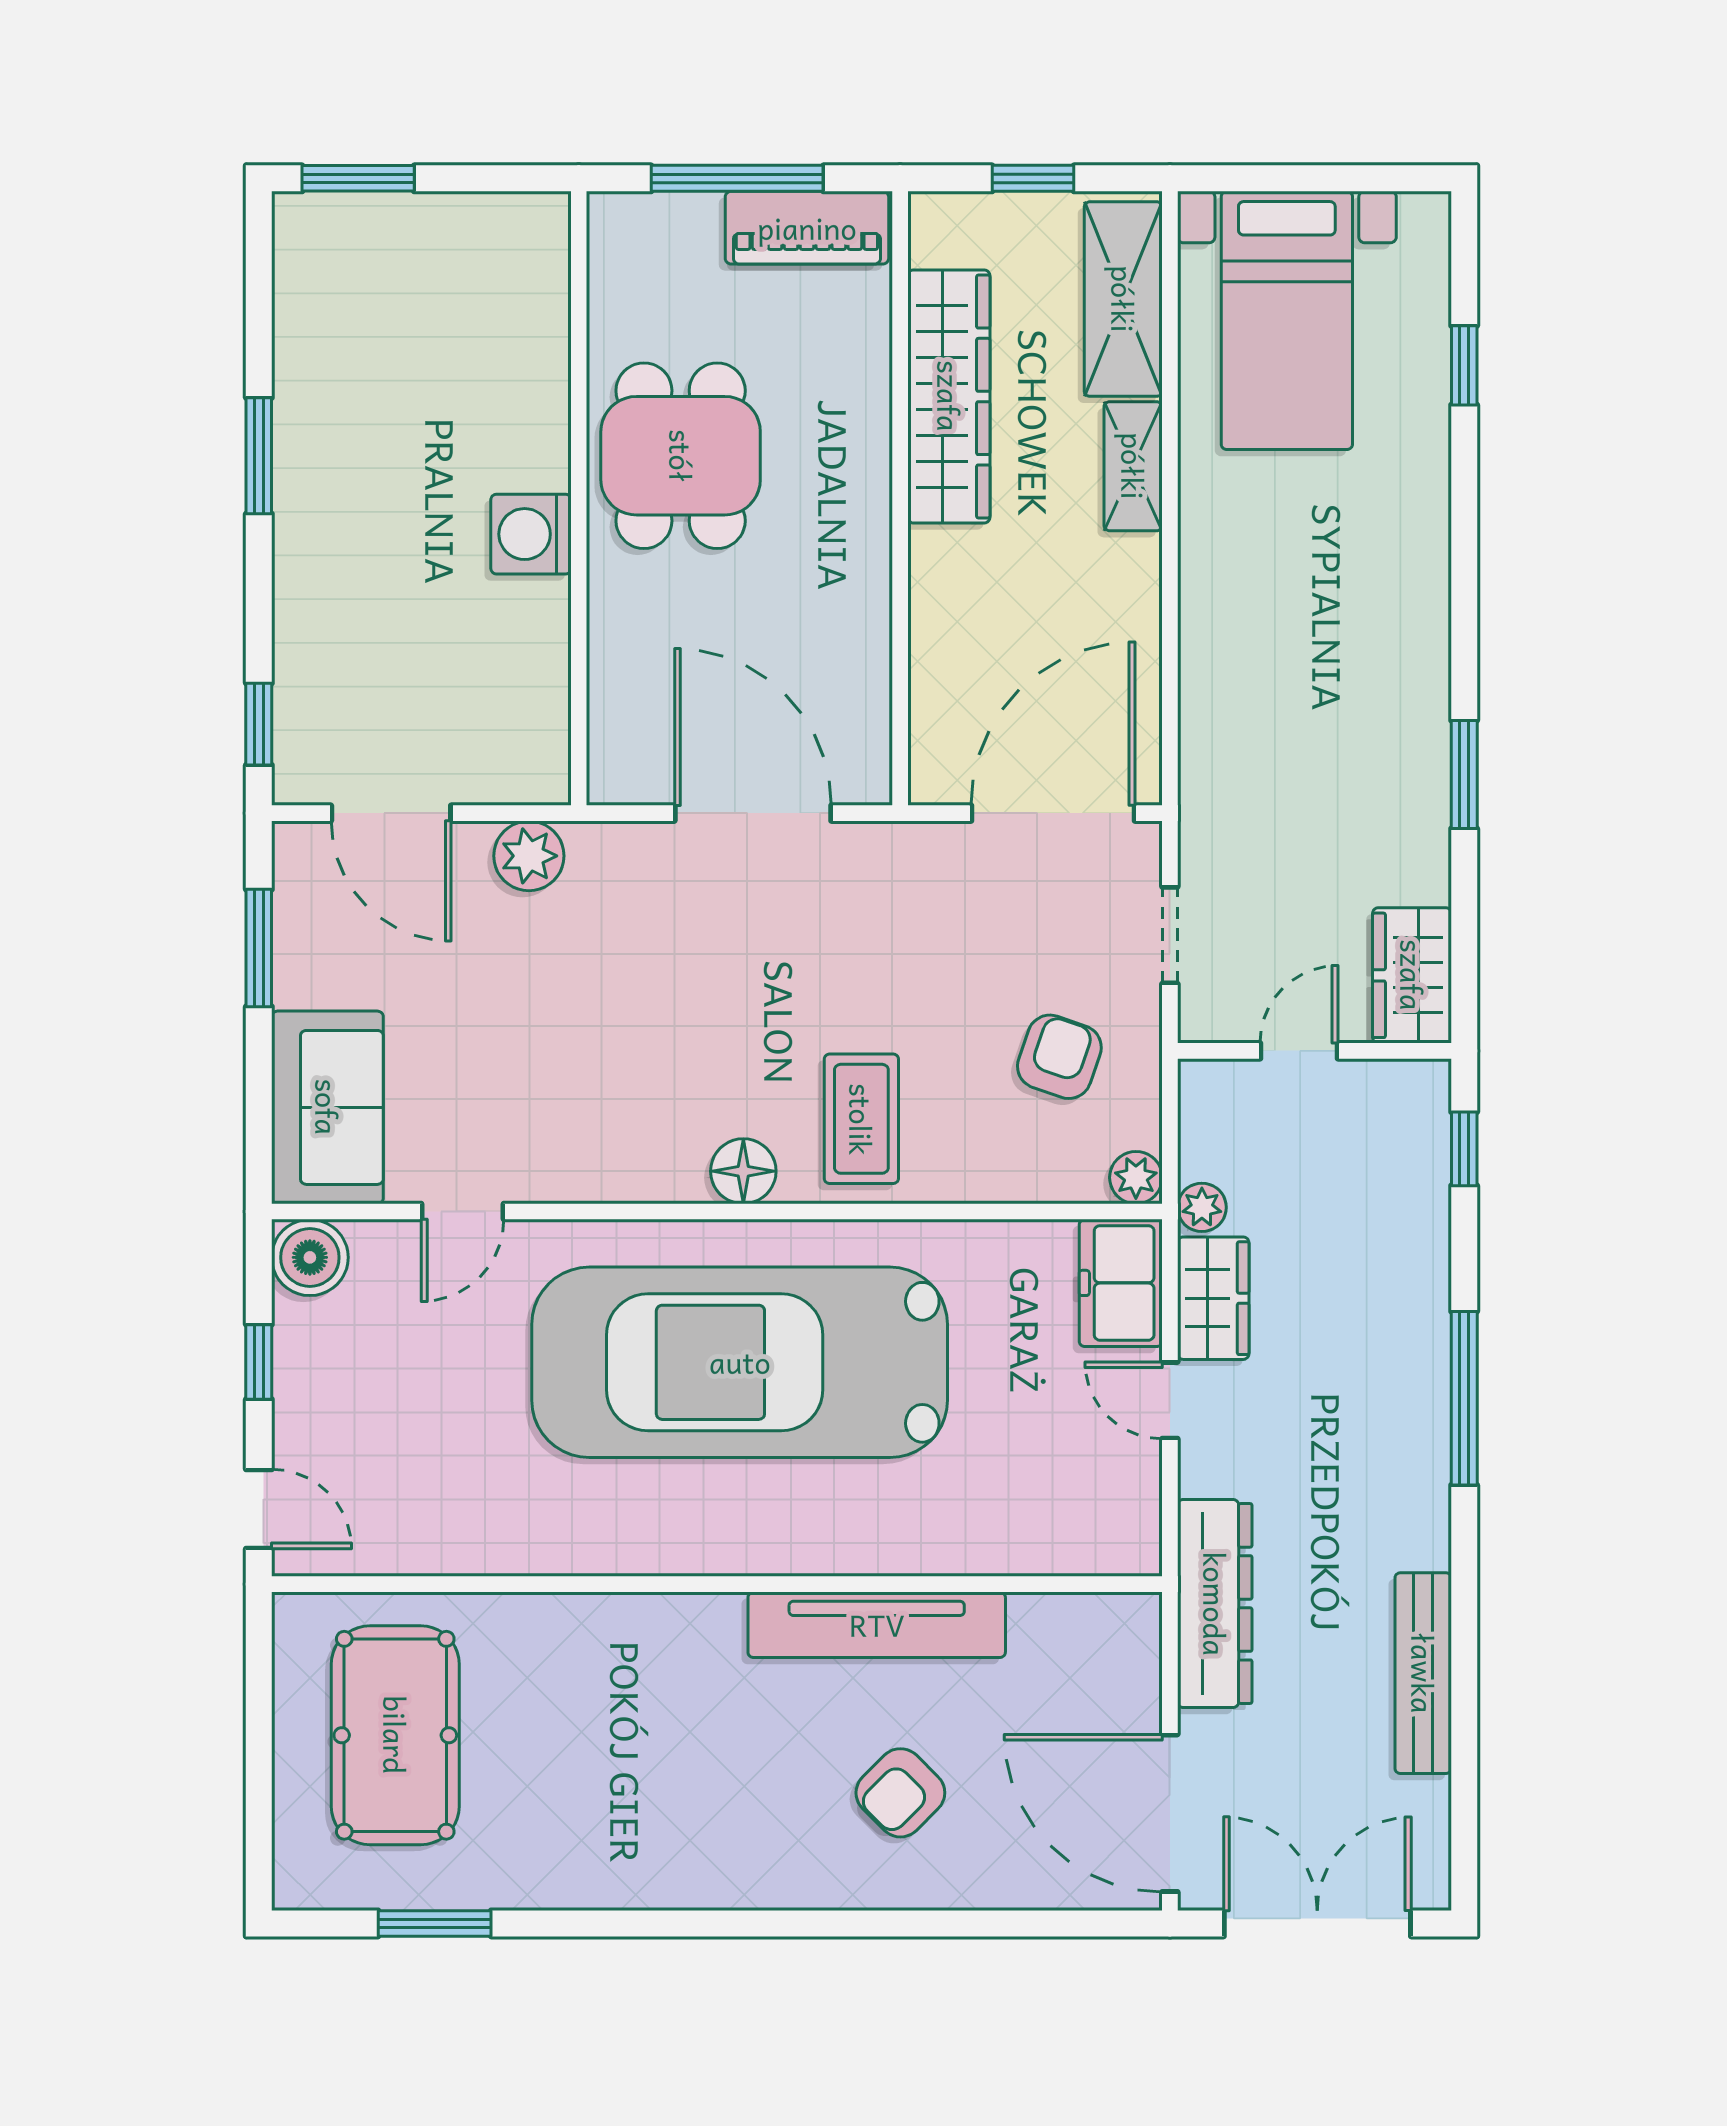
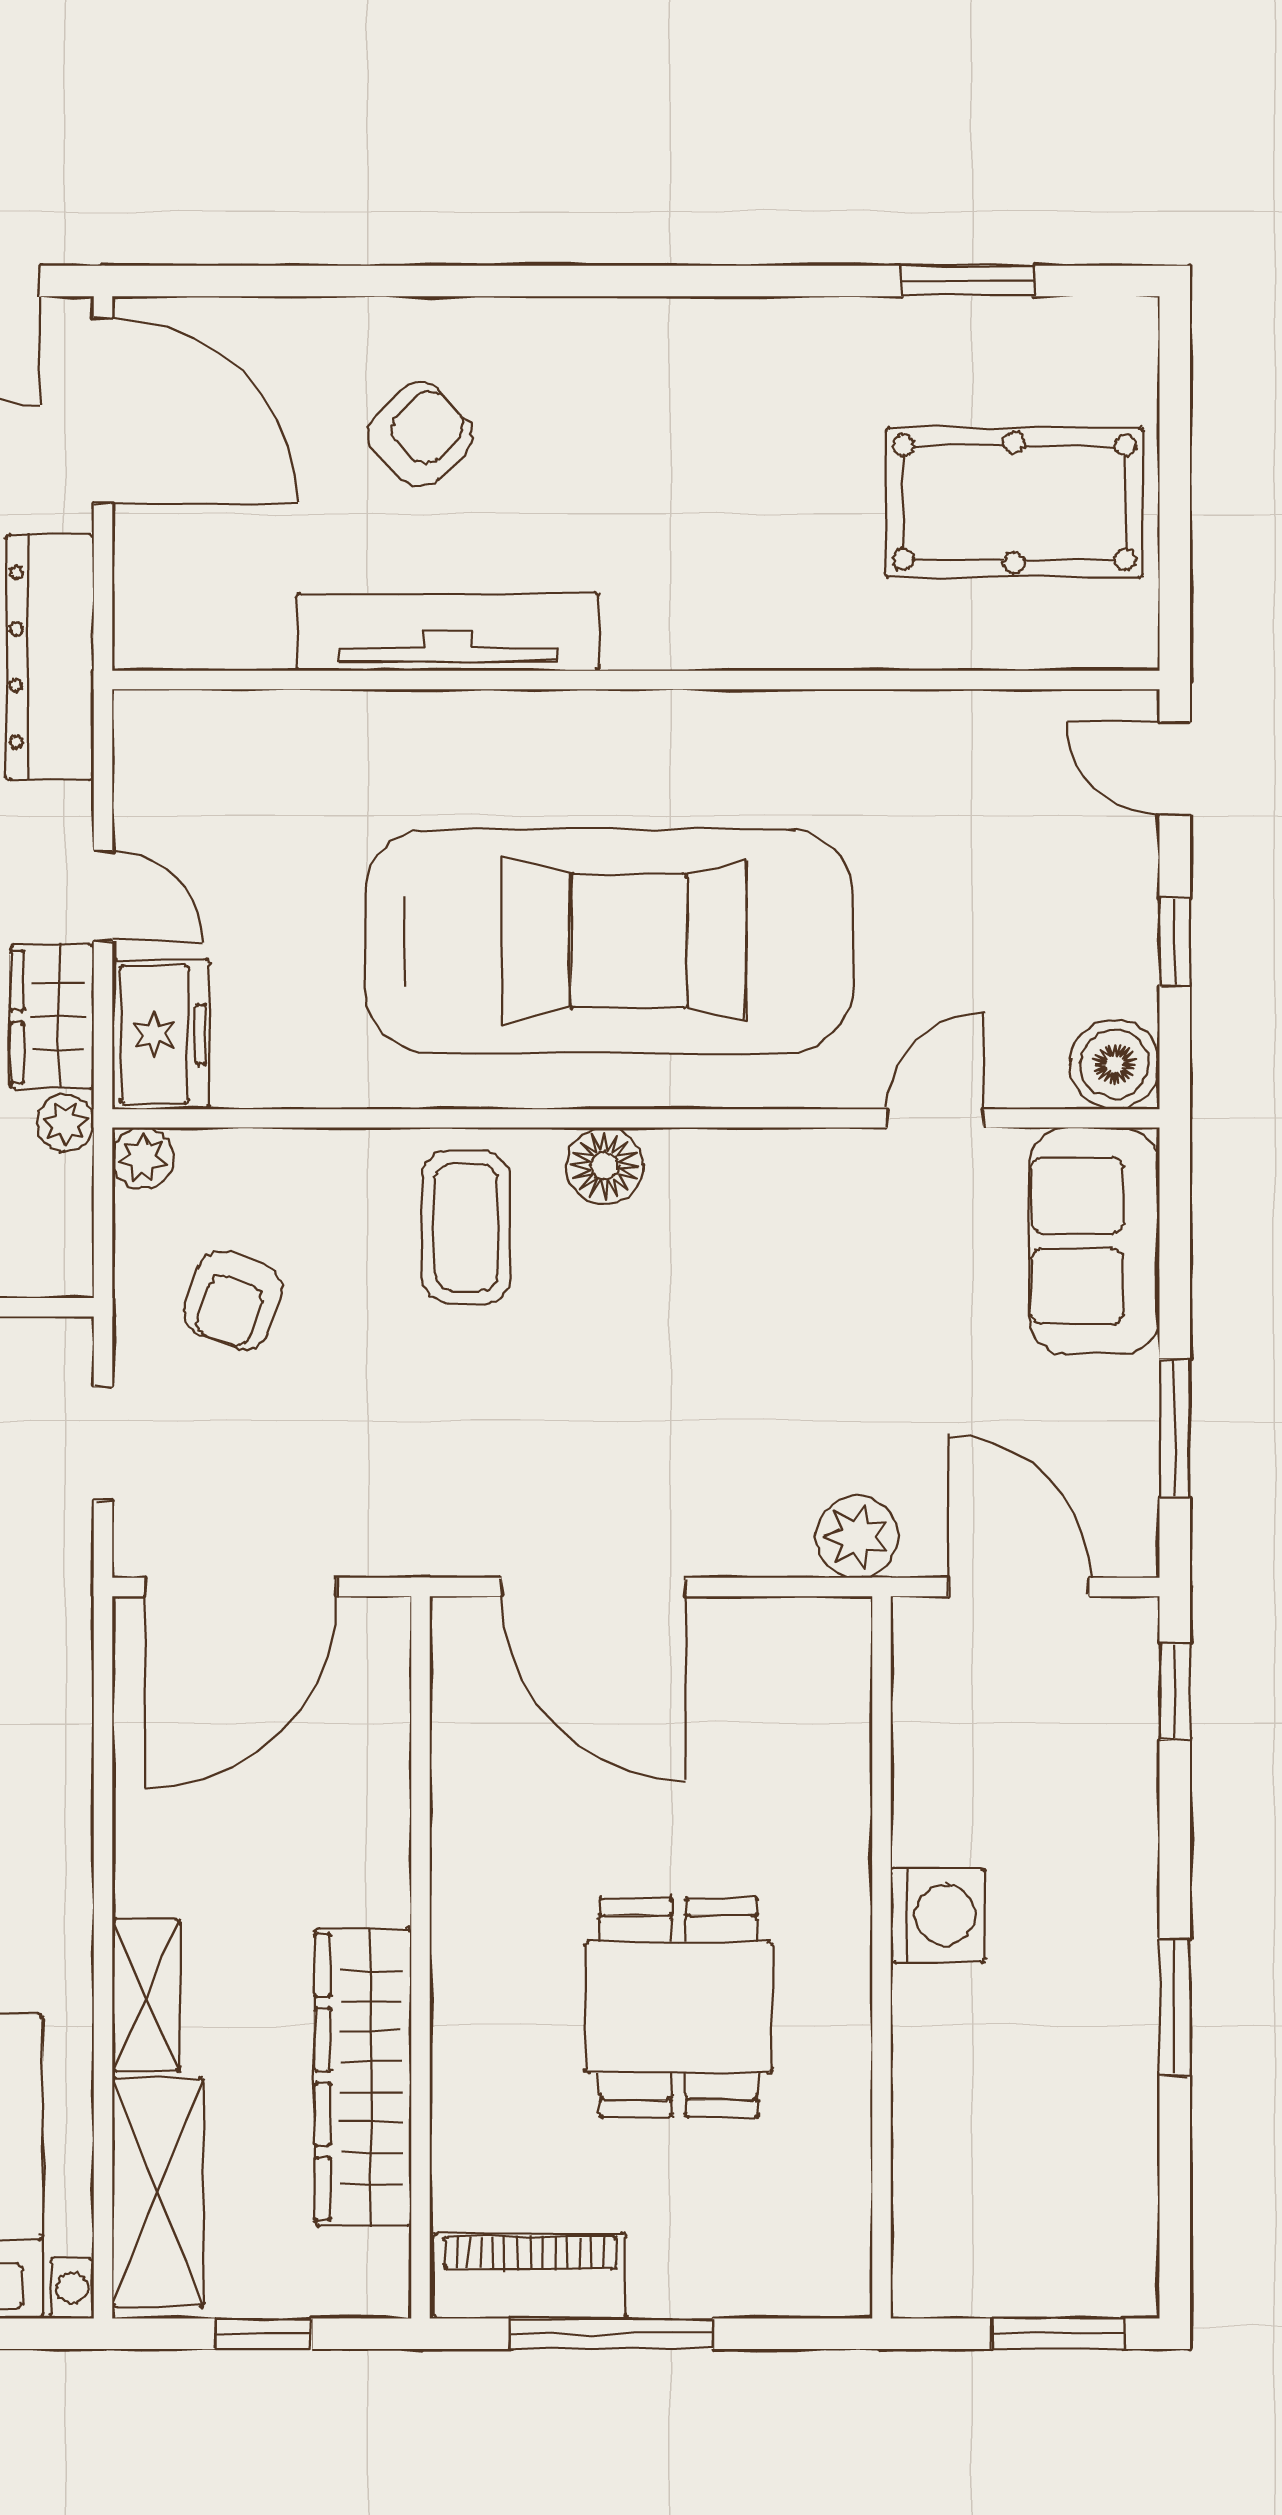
wall: (579, 498) -> (881, 1957), moved
washing machine: (531, 534) -> (938, 1915), moved
pool table: (395, 1735) -> (1014, 502), turned 90

